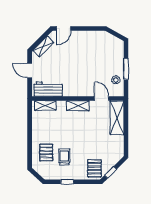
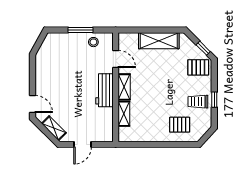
workbench: (48, 89) -> (104, 90), moved
door: (102, 99) -> (116, 59), swing flipped
shelving: (45, 106) -> (124, 114), moved
shelving: (117, 118) -> (159, 41), moved
trolley: (64, 157) -> (198, 102), moved

